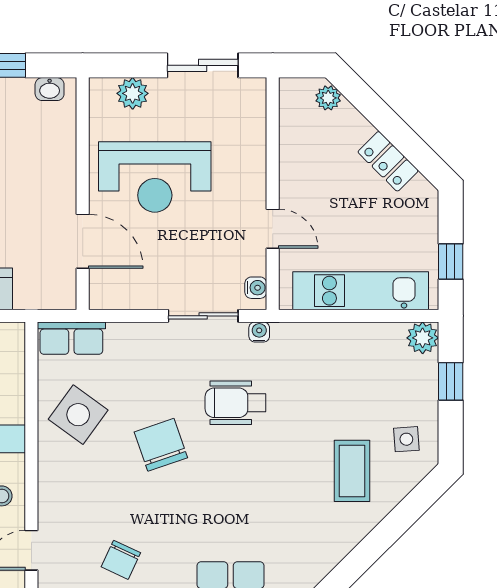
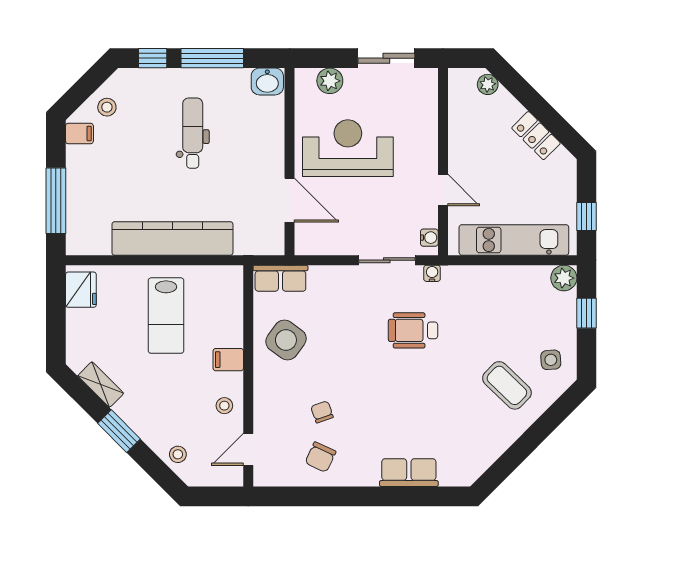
washbasin: (50, 89) -> (267, 81), width x1.38, depth x1.45
reception desk: (155, 177) -> (348, 148), turned 180
chair: (161, 445) -> (322, 412), moved, width x0.54, depth x0.54
coffee table: (352, 471) -> (507, 385), turned -46

